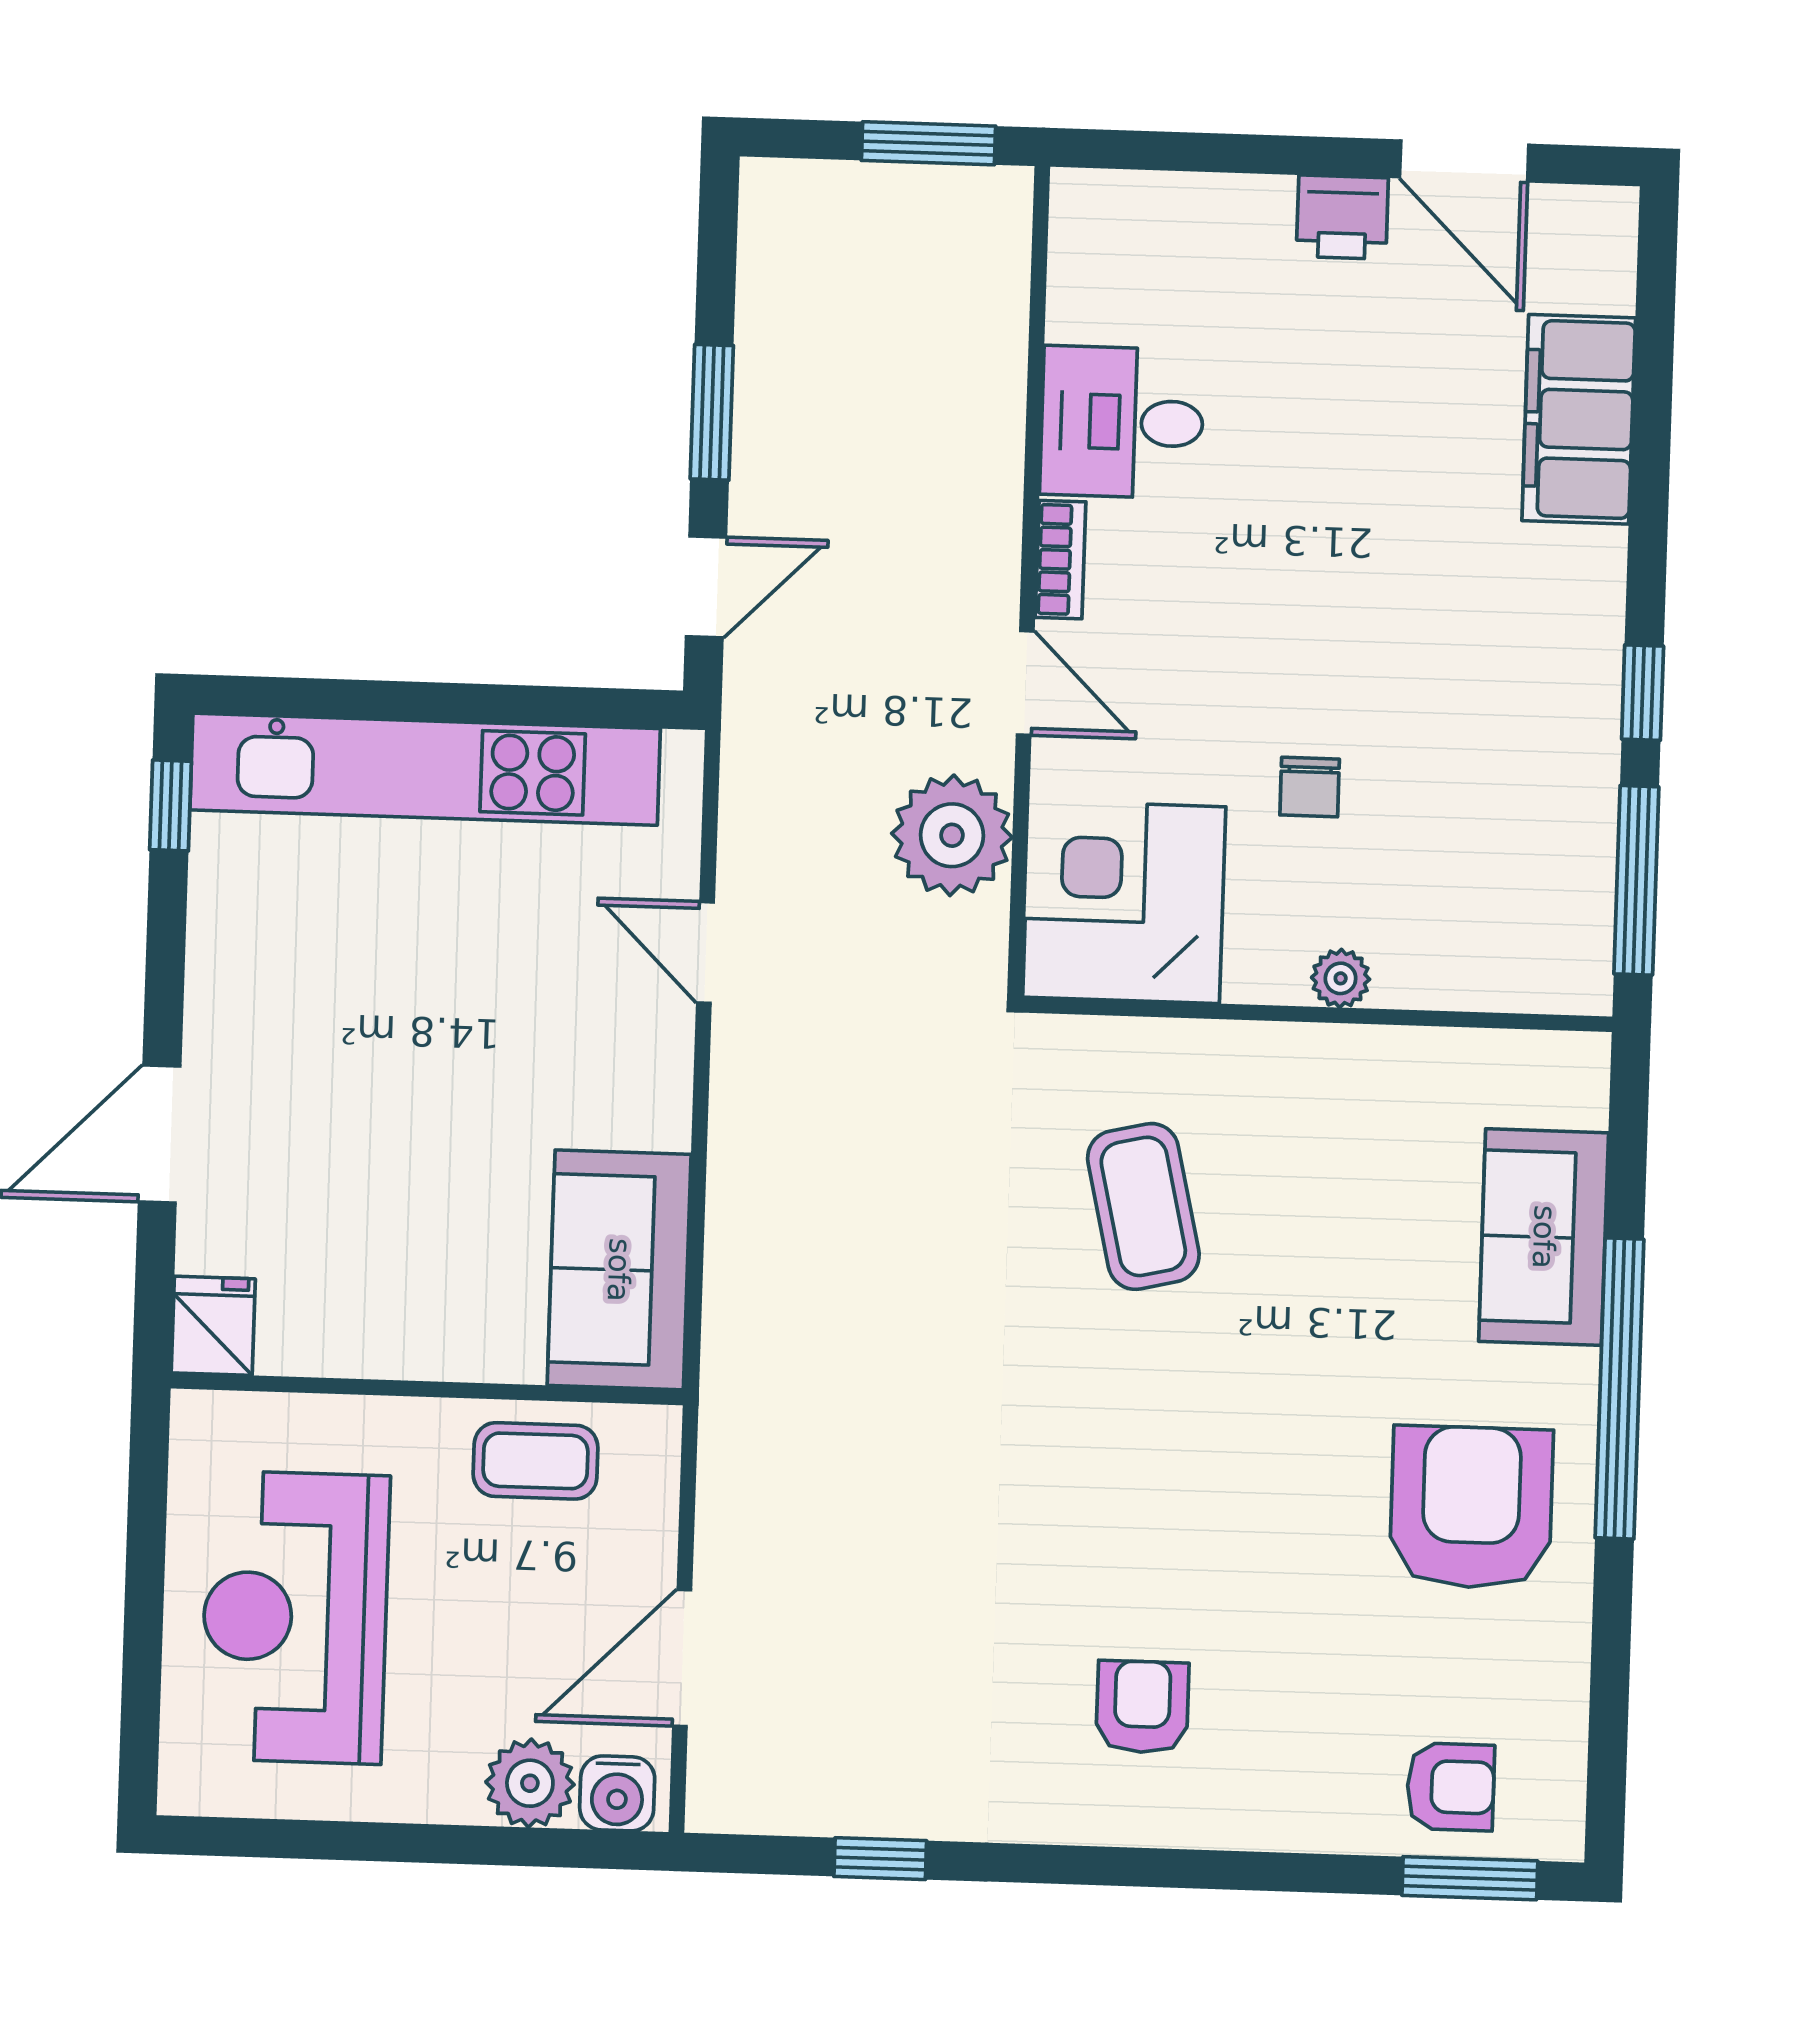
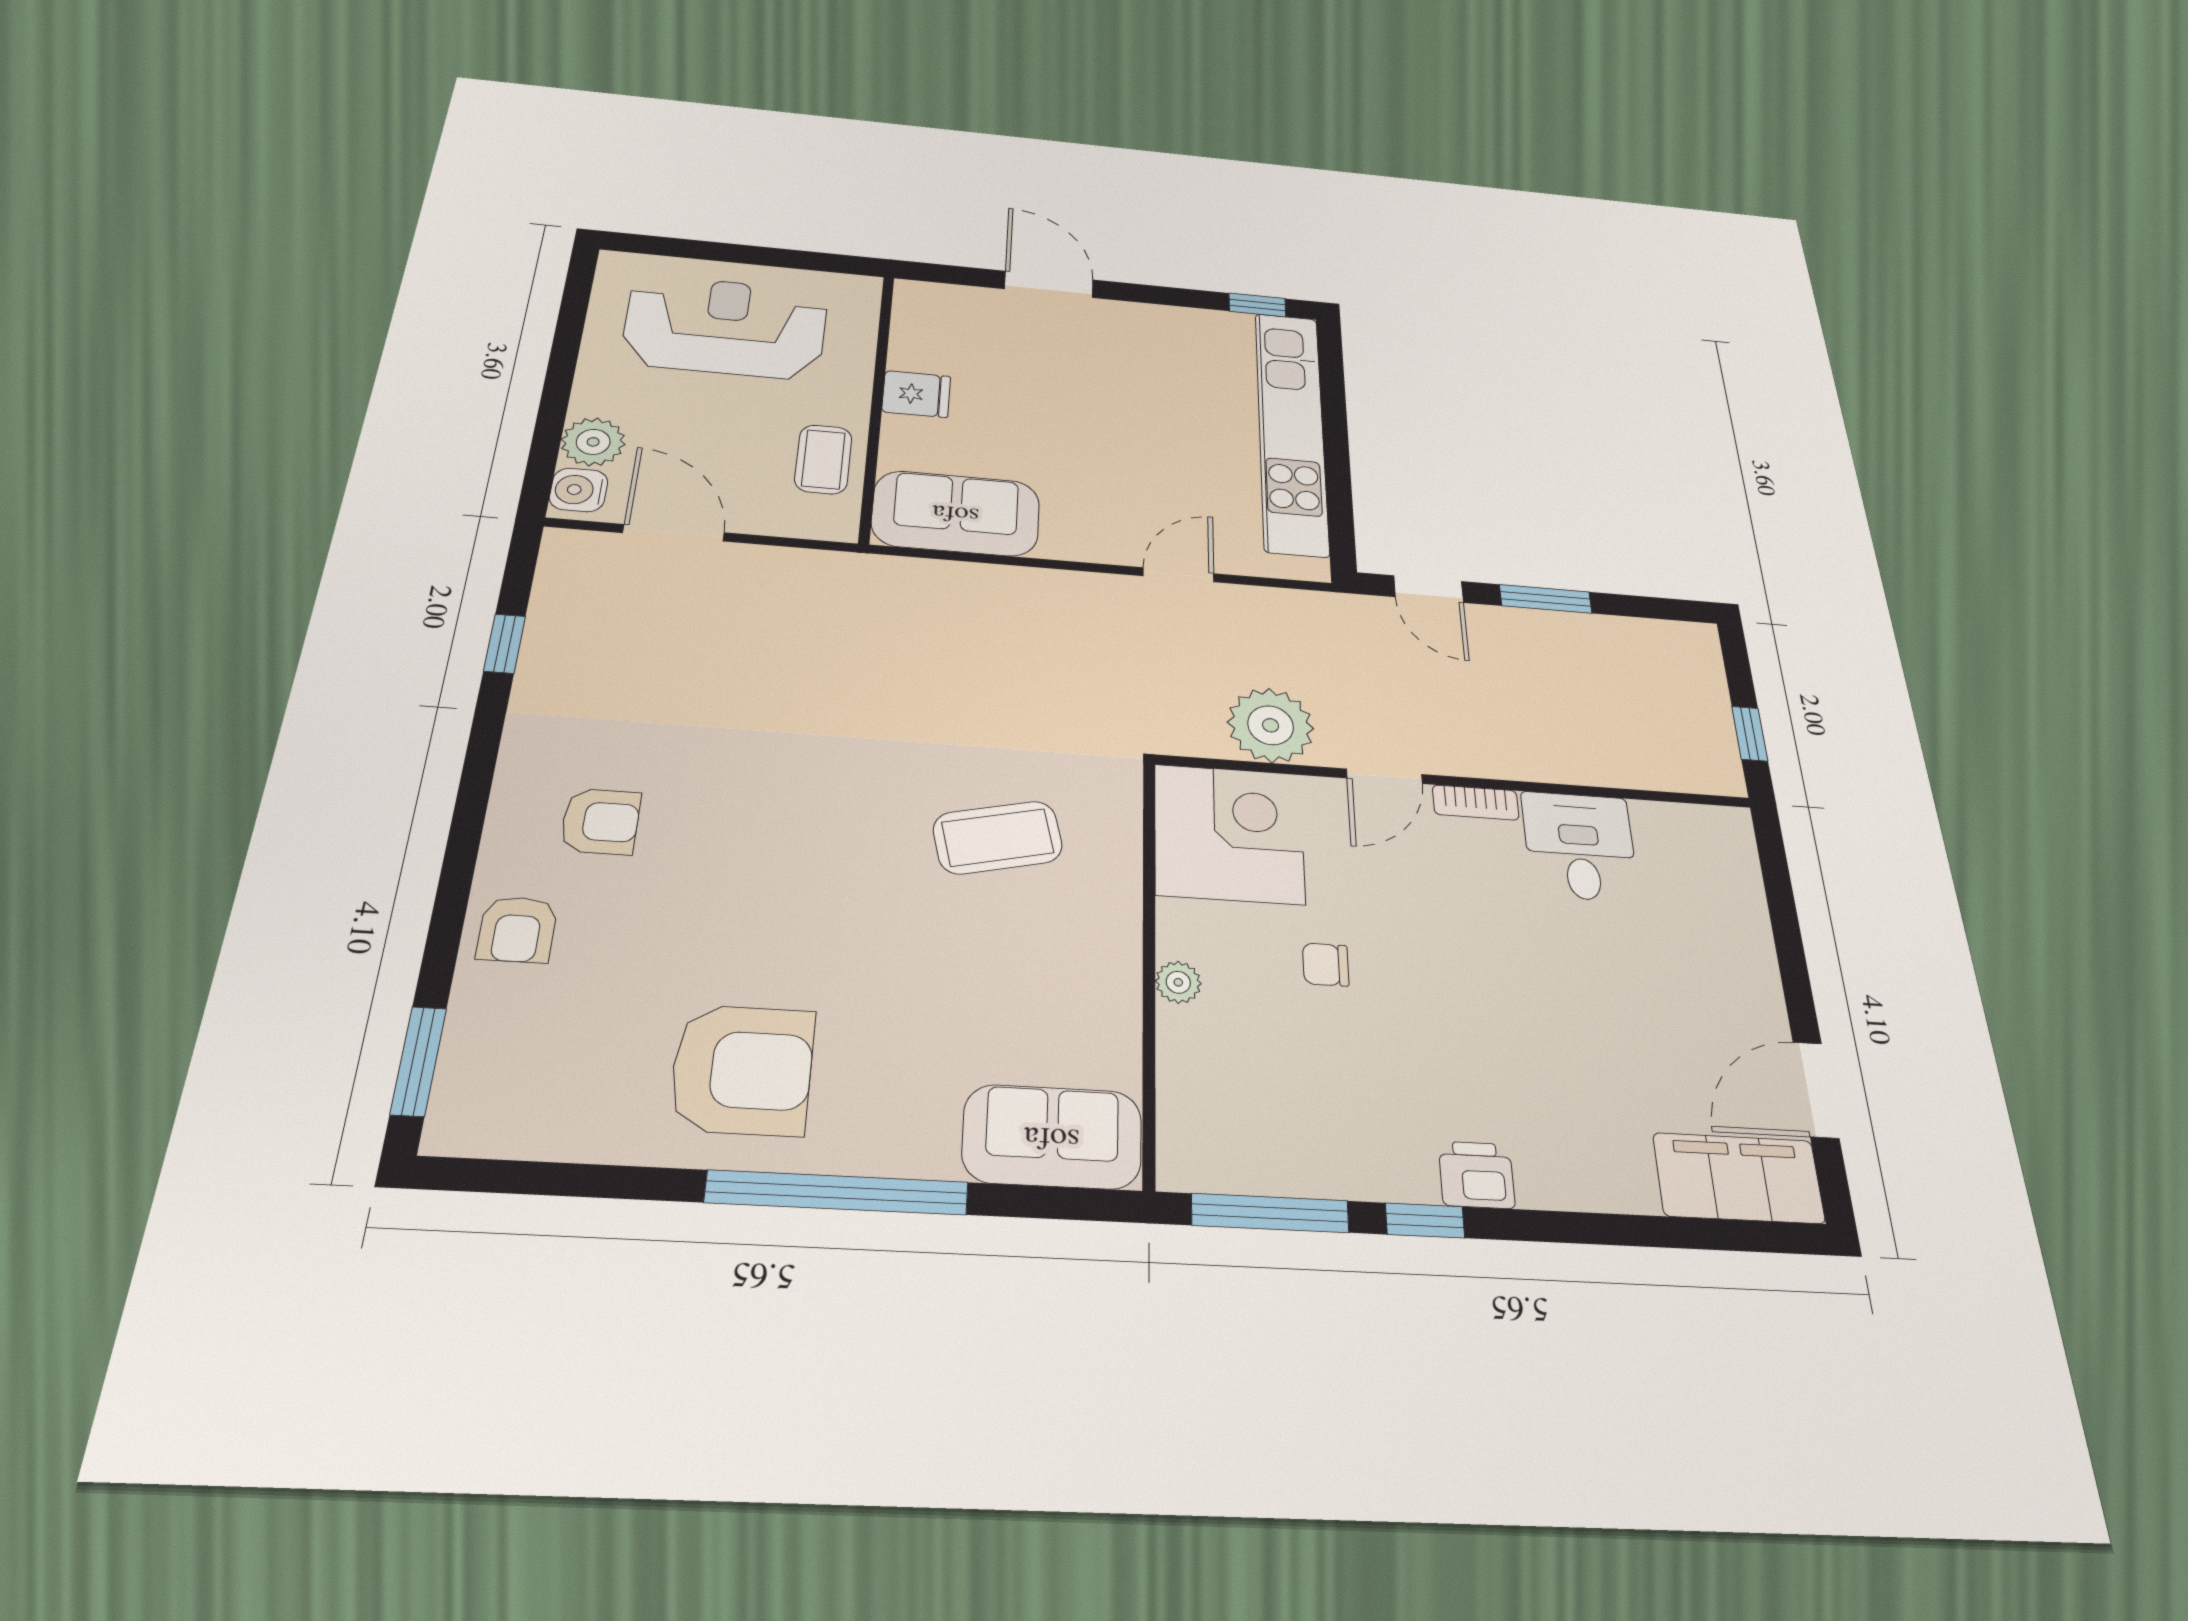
window: (928, 143) -> (1750, 734), width x0.67
printer: (1342, 217) -> (1477, 1175), moved, turned 90
filing cabinet: (1579, 419) -> (1739, 1178), moved
sofa: (1544, 1237) -> (1052, 1137), moved
fridge: (213, 1326) -> (916, 394), moved
armchair: (1451, 1787) -> (517, 929), moved

